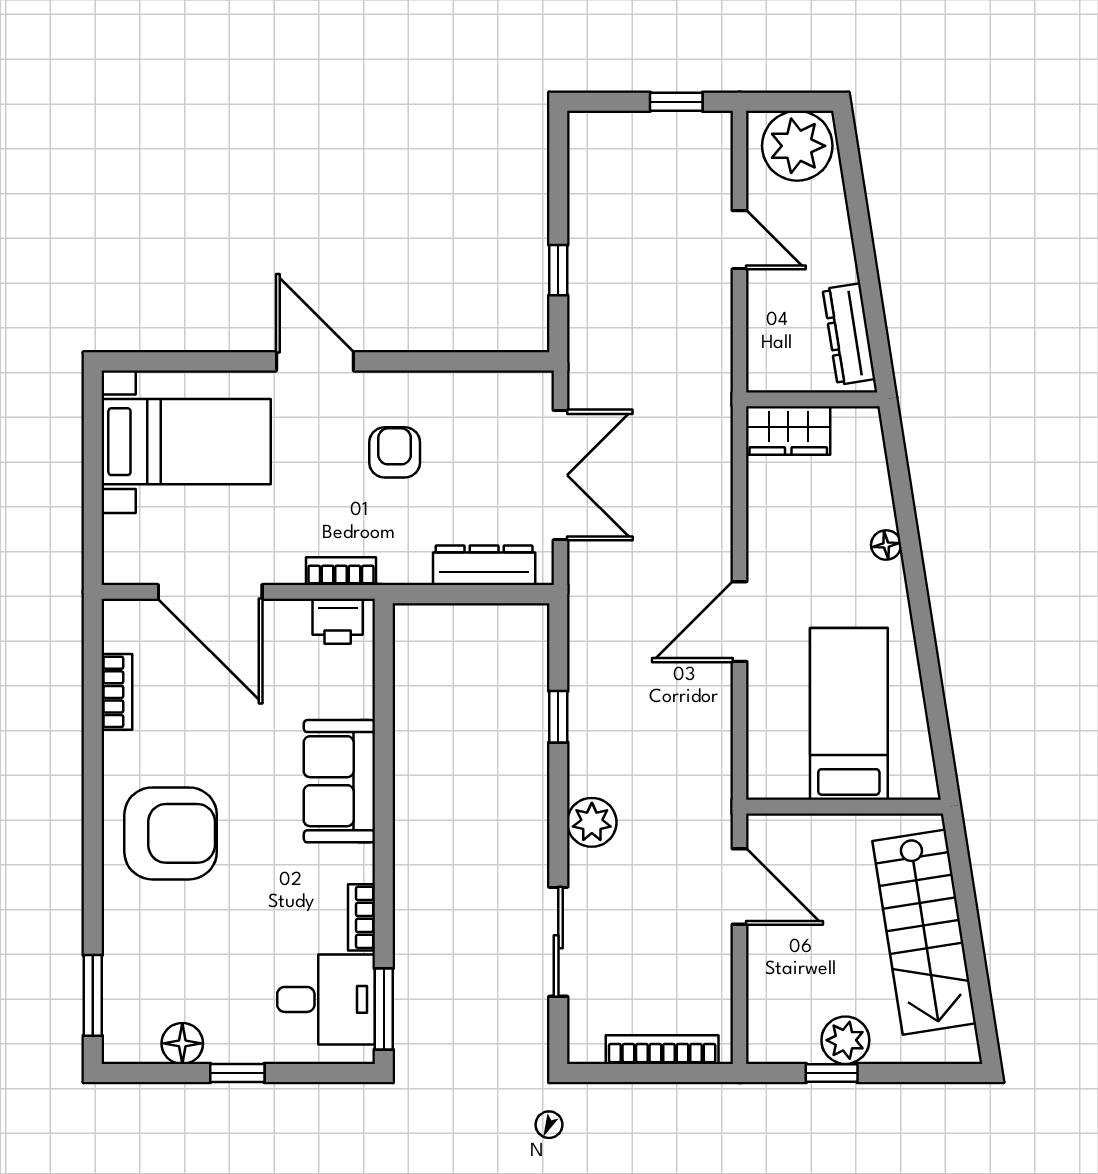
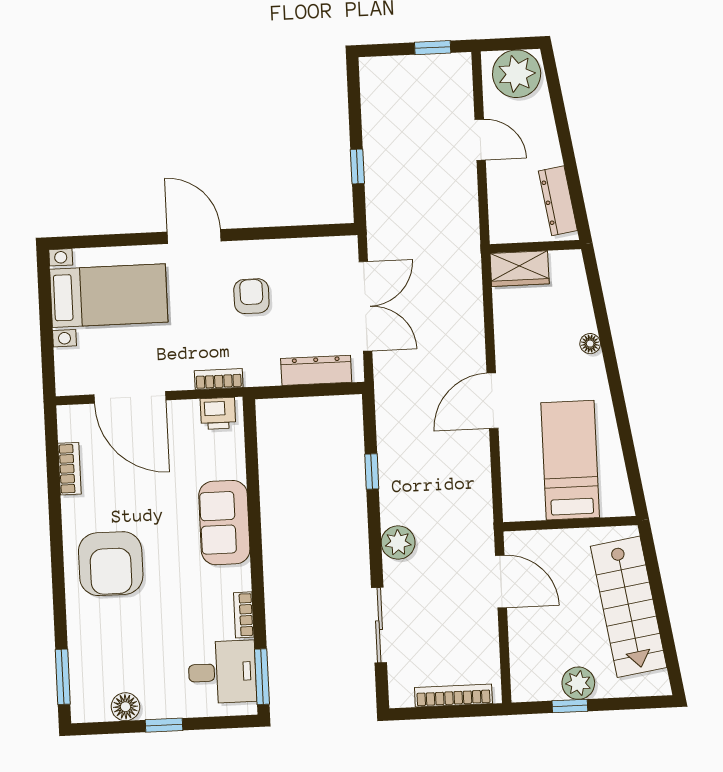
armchair: (171, 833) -> (111, 564), turned 90

